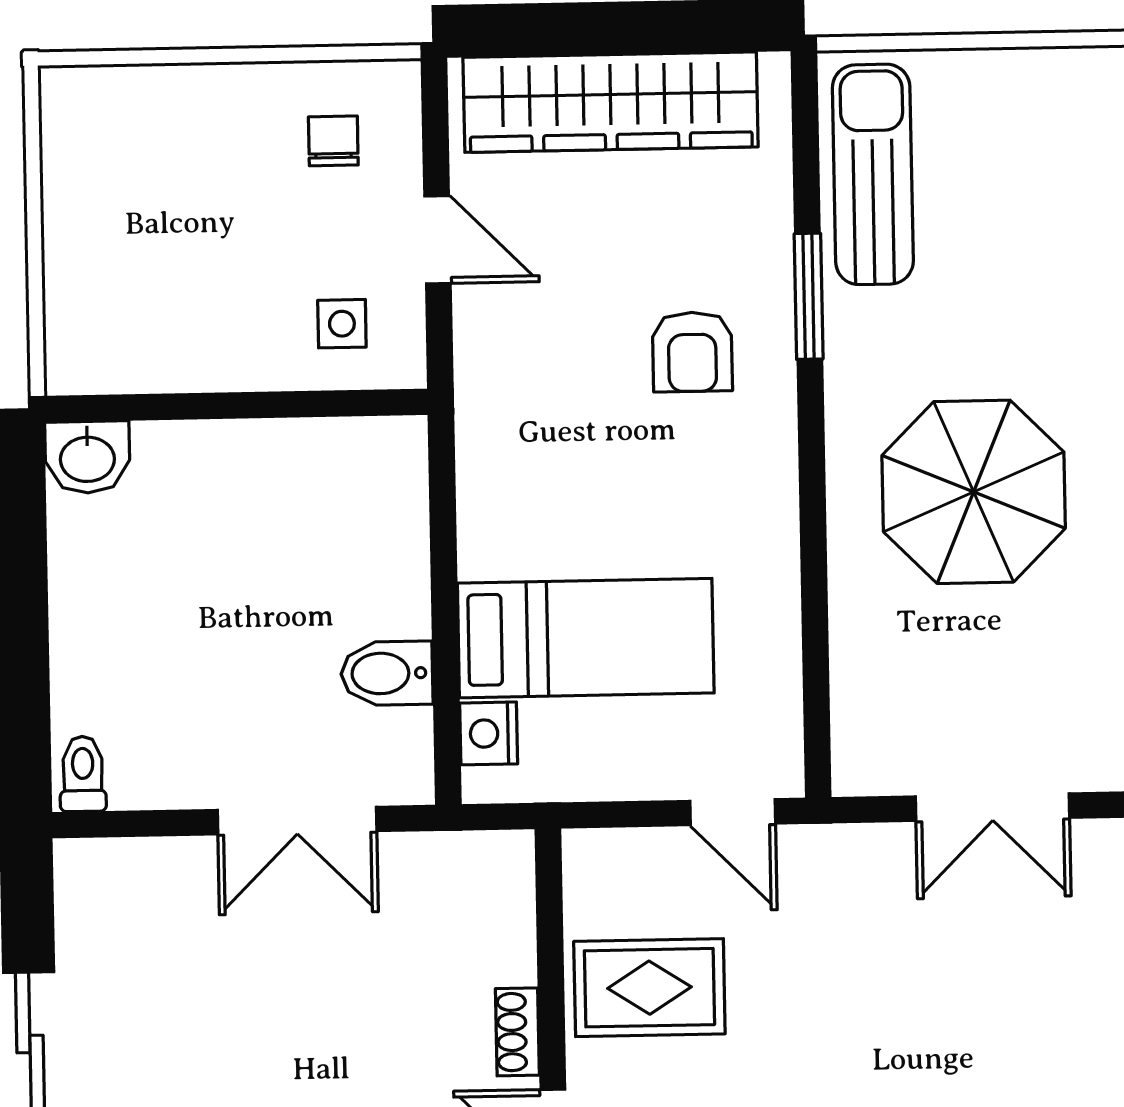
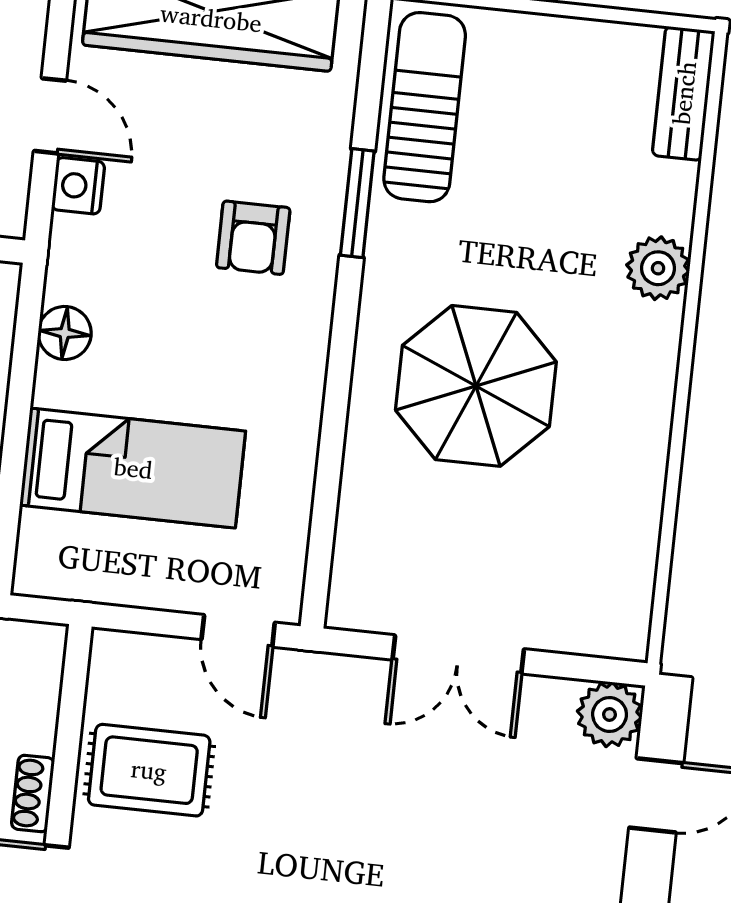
floor lamp: (487, 491) -> (65, 333), added
nightstand: (489, 733) -> (78, 186), moved

